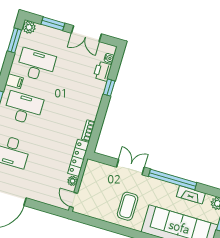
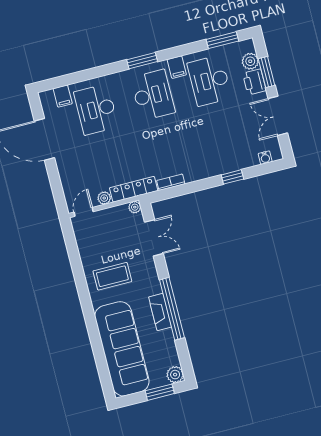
plant: (29, 27) -> (250, 61), moved
desk: (36, 65) -> (210, 81), turned 180
printer: (102, 71) -> (254, 82), moved, turned -90
plant: (91, 164) -> (135, 207), added
double door: (130, 167) -> (154, 238), moved
fireplace: (191, 195) -> (160, 312), moved

